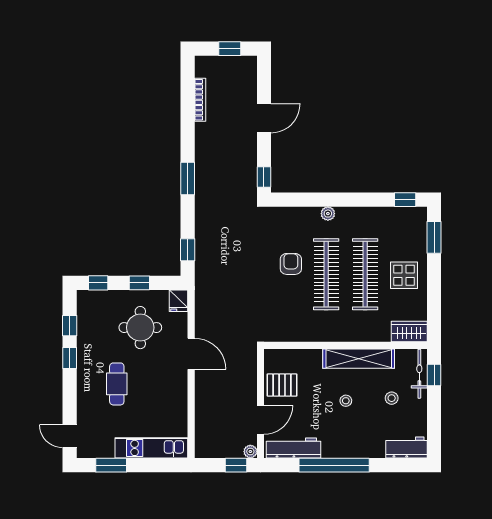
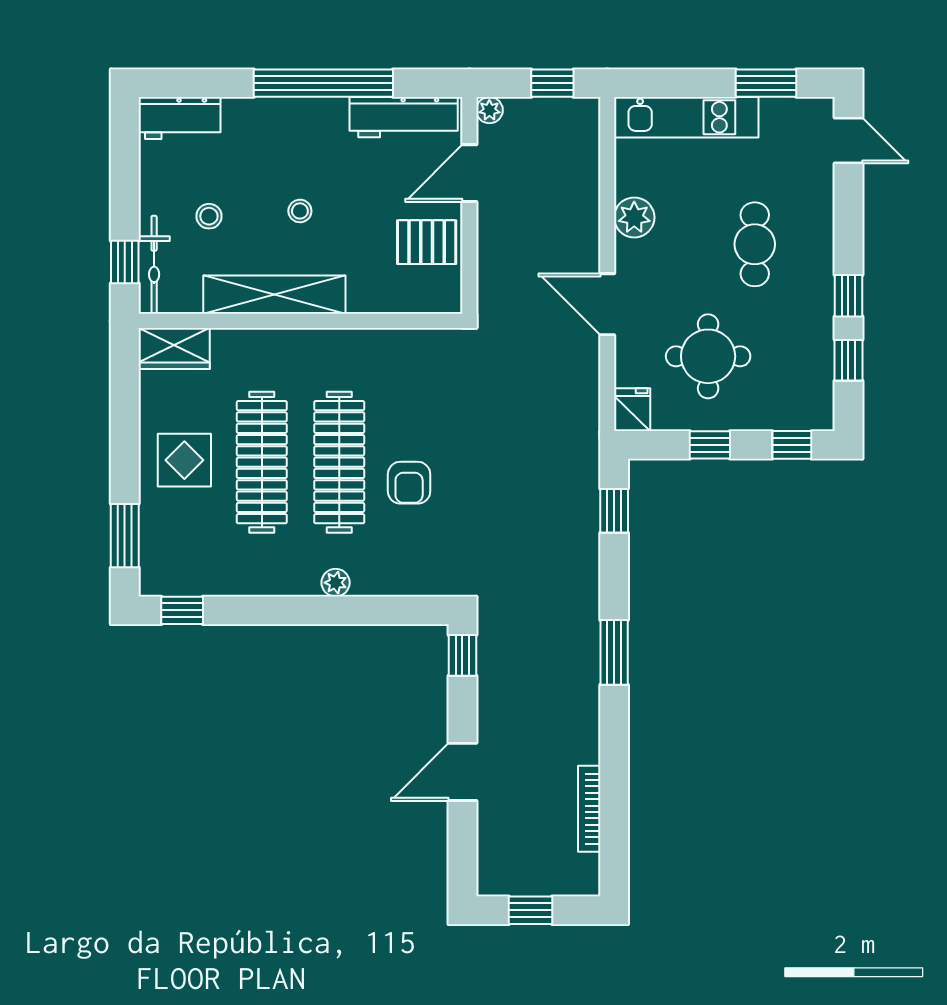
plant: (177, 397) -> (634, 217), added
window: (236, 465) -> (552, 83), moved

